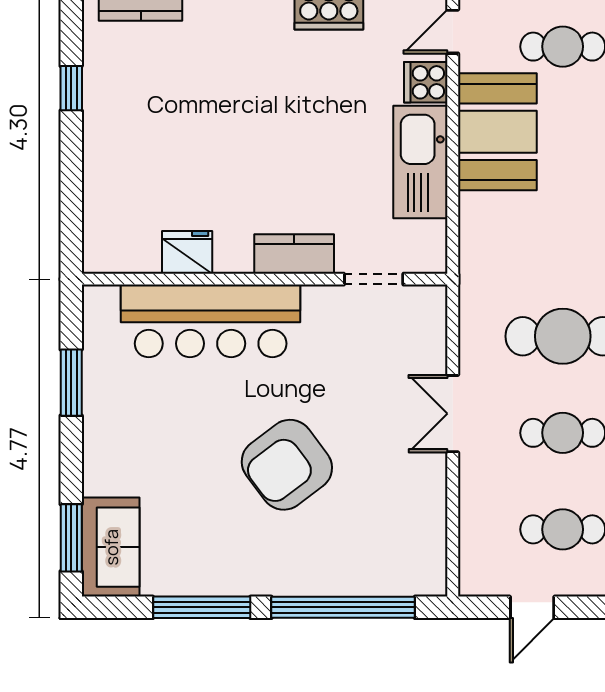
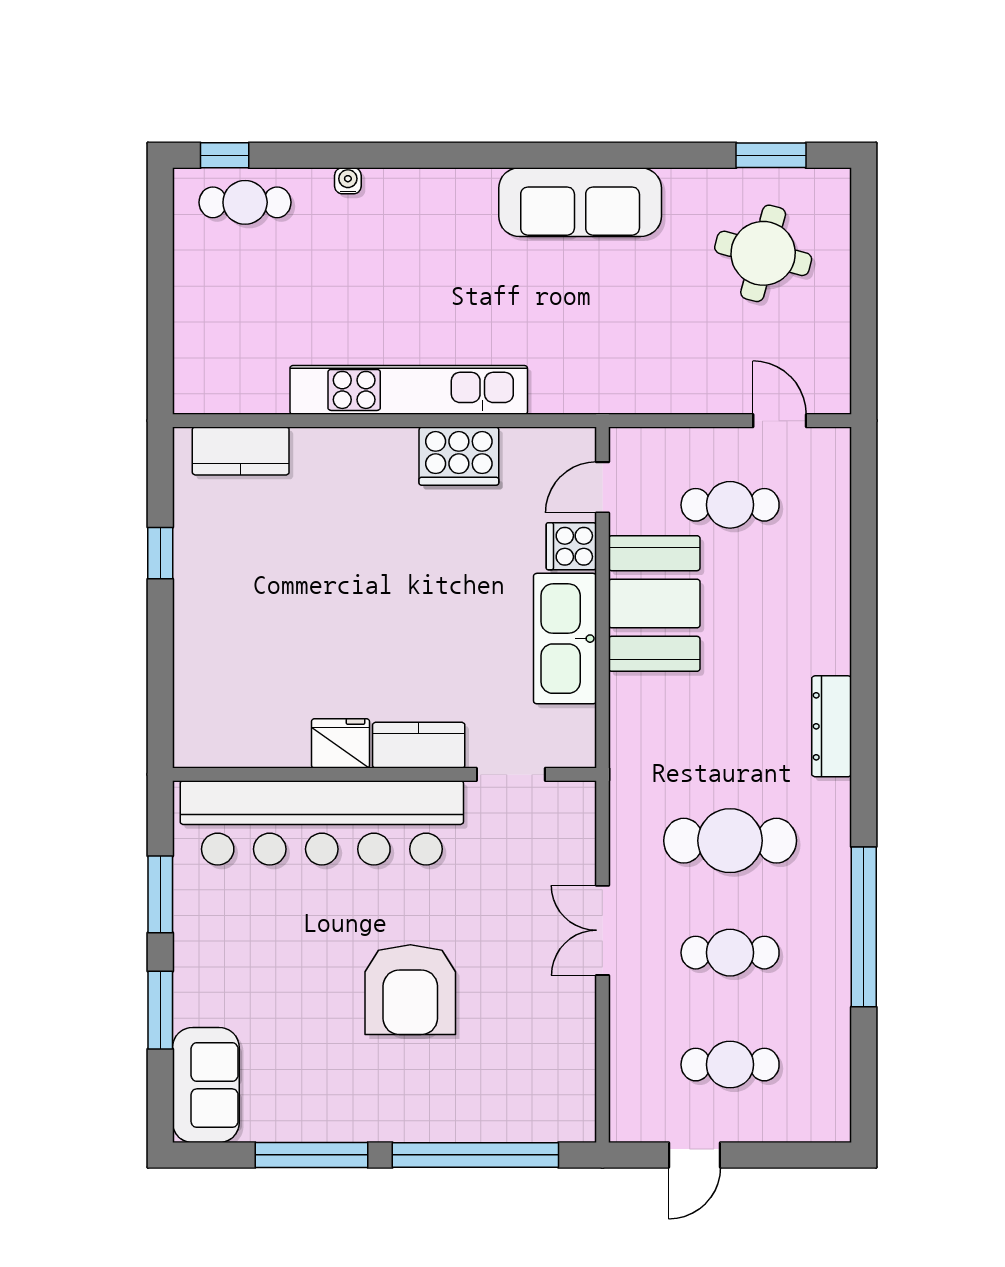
fridge: (187, 252) -> (340, 743), moved
bar counter: (211, 321) -> (322, 823), width x1.36
armchair: (287, 465) -> (410, 990), turned -53
window: (71, 538) -> (160, 1010), moved

